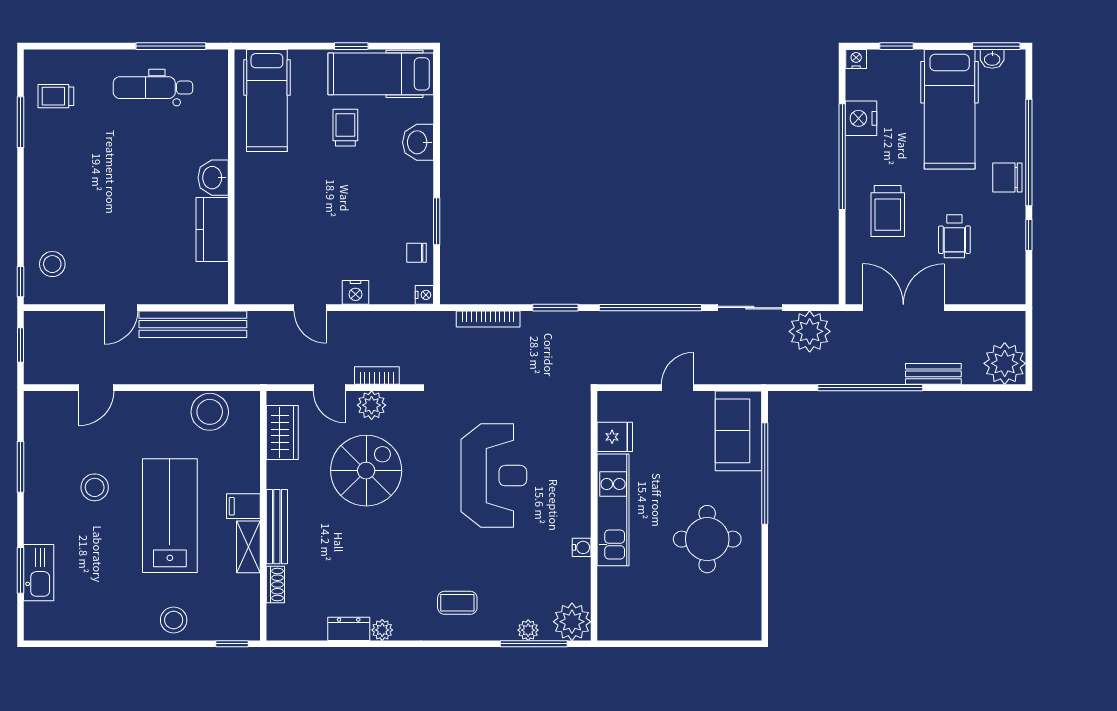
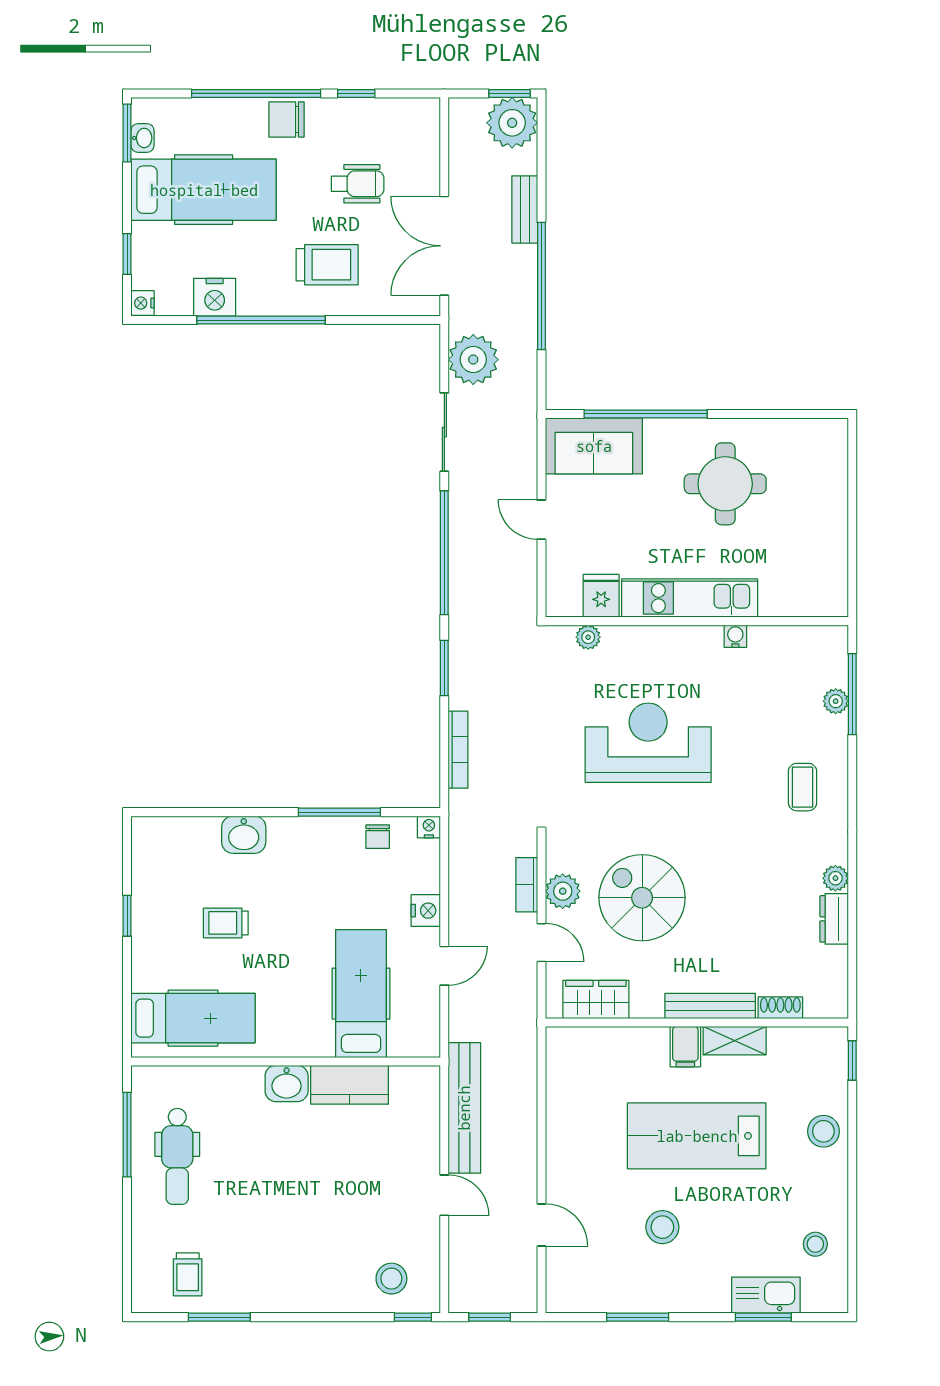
hospital bed: (381, 74) -> (361, 994), moved, turned 180
chair: (1007, 177) -> (286, 119), turned 90
window: (437, 221) -> (339, 812), width x1.44
window: (1029, 361) -> (509, 93), added
door: (329, 388) -> (541, 943), hinge flipped
stool: (210, 412) -> (815, 1244), moved, width x0.53, depth x0.53
plant: (572, 622) -> (588, 637), moved, width x0.53, depth x0.53

